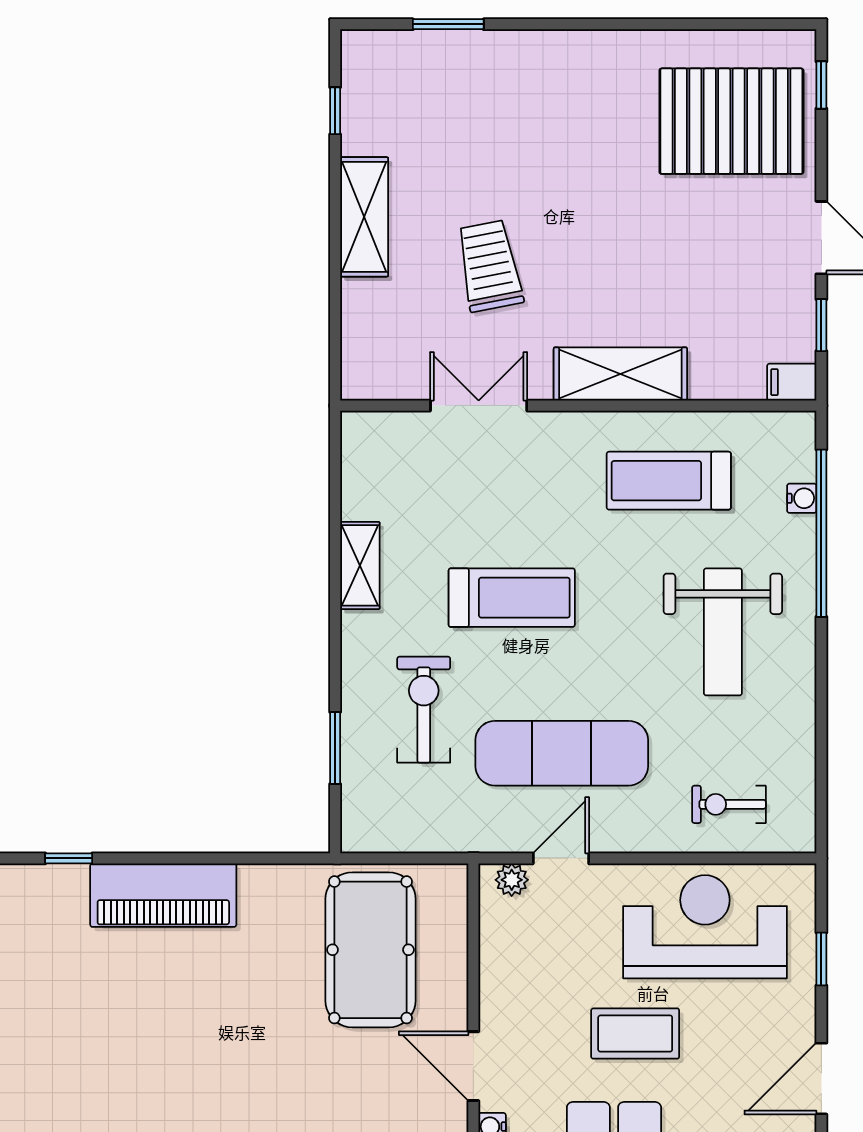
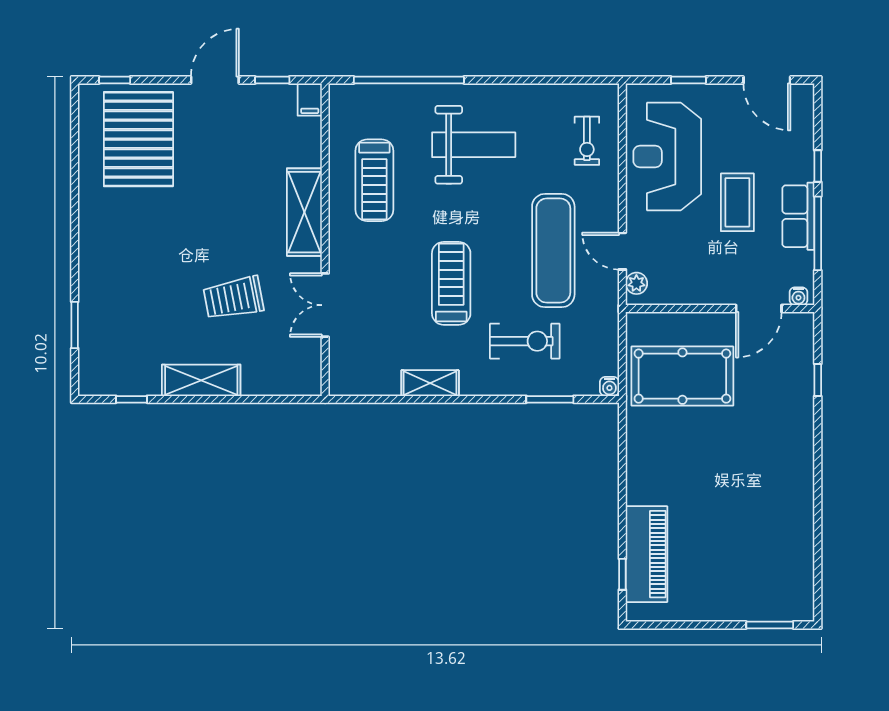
water cooler: (802, 498) -> (609, 386), moved, turned 180
exercise bike: (424, 710) -> (525, 341), turned 180
piano: (163, 895) -> (647, 554), moved

